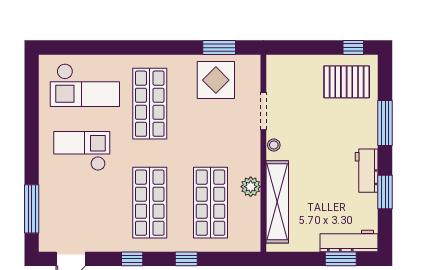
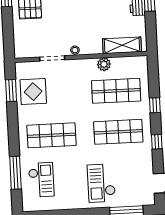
window: (97, 48) -> (15, 173), added
checkout: (85, 85) -> (41, 180), width x0.73, depth x0.83
checkout: (82, 151) -> (101, 183), moved
shelving: (277, 202) -> (122, 45), width x0.68

